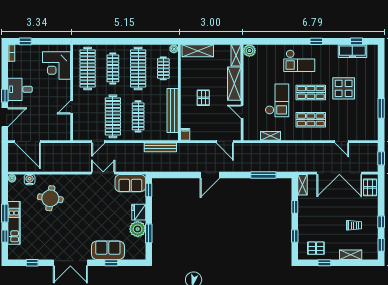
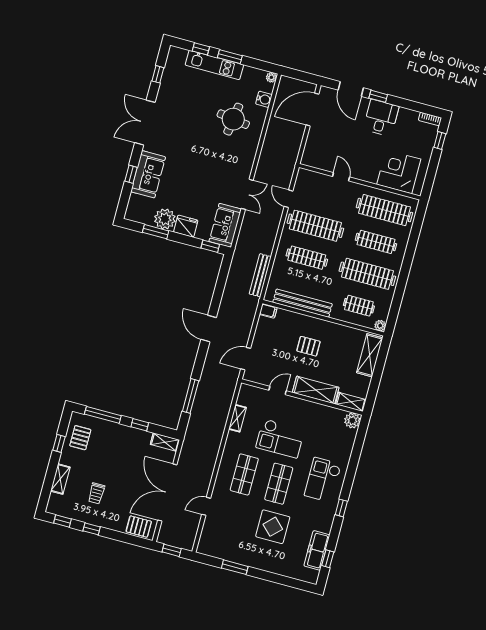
window: (295, 236) -> (103, 415), width x2.17

